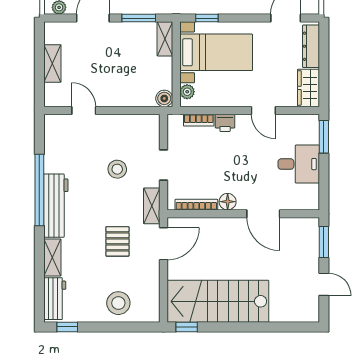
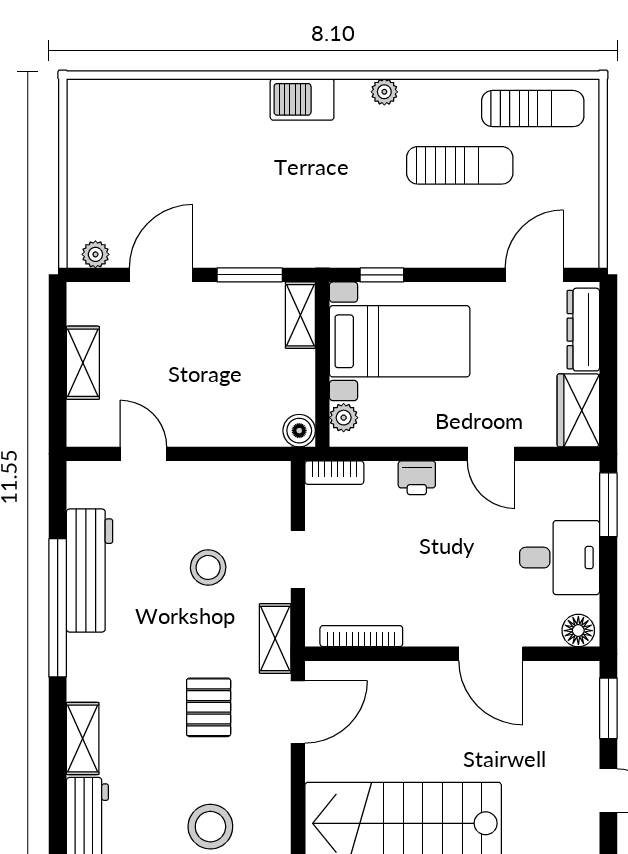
bookcase: (199, 120) -> (334, 473), moved
floor lamp: (228, 202) -> (578, 631), moved
workbench: (56, 206) -> (89, 571), moved

